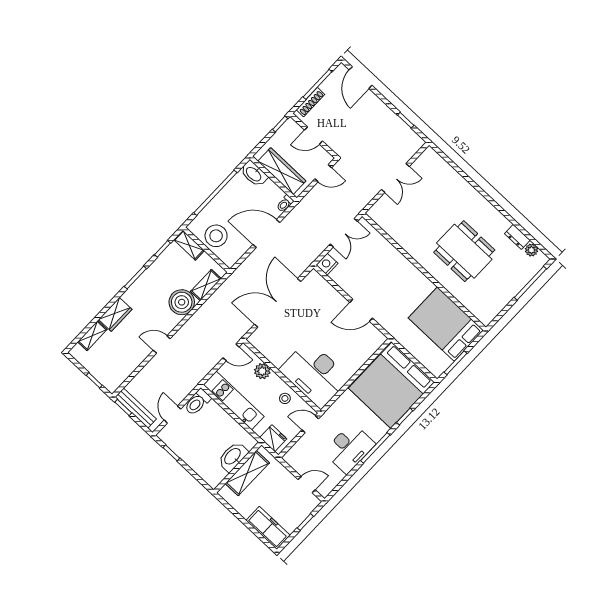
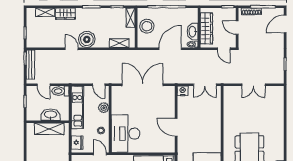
washbasin: (254, 174) -> (193, 32), moved
door: (266, 234) -> (170, 49), hinge flipped
boiler: (182, 302) -> (87, 39), moved
door: (172, 415) -> (44, 85), swing flipped
washbasin: (233, 457) -> (51, 115), moved
wall: (238, 467) -> (48, 122), moved
shelving: (247, 473) -> (49, 129), moved

